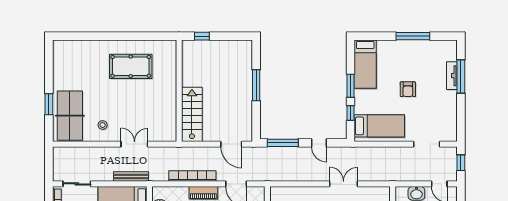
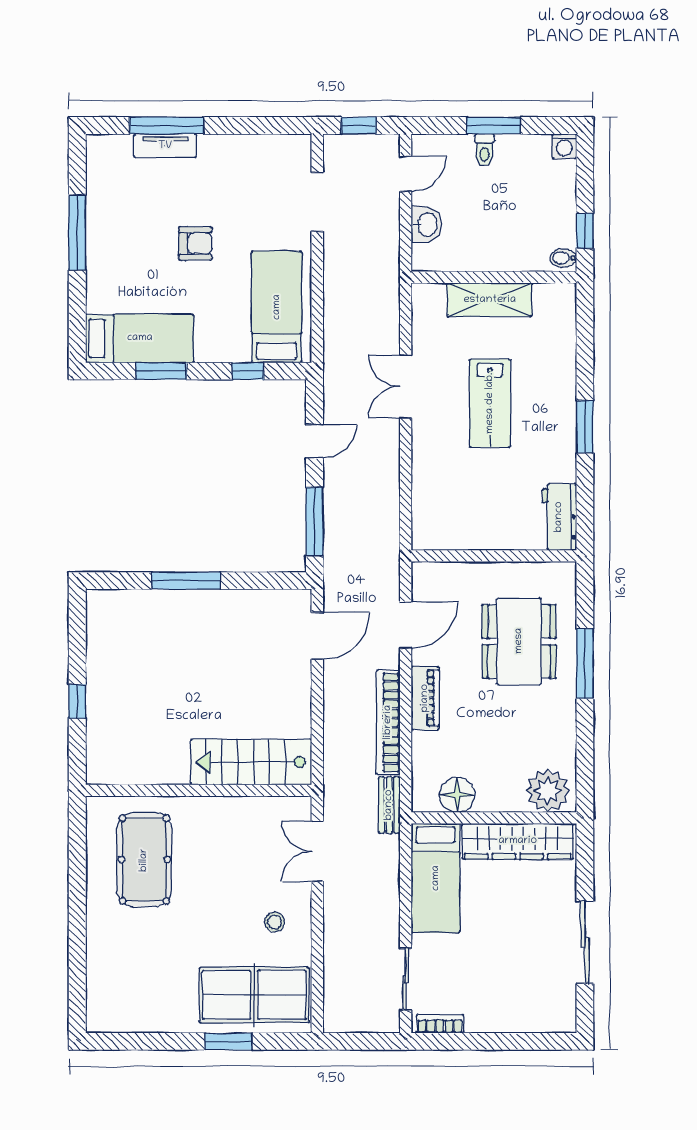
window: (350, 86) -> (161, 371), moved
wall: (179, 91) -> (199, 790), moved
stairs: (192, 114) -> (251, 762), moved
bench: (131, 177) -> (389, 805), moved, width x0.73

